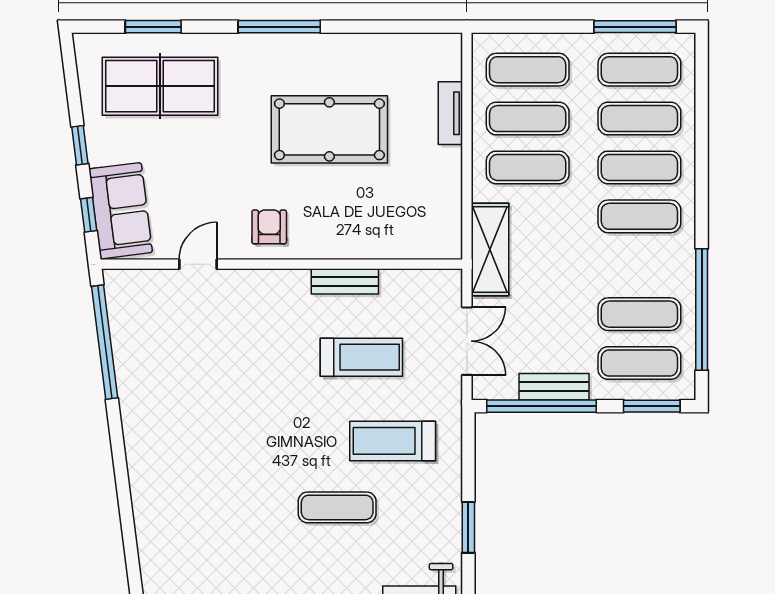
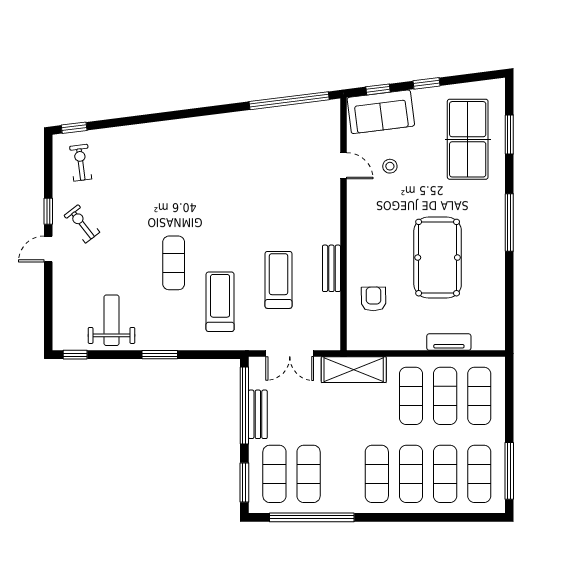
stool: (199, 198) -> (390, 166), added
armchair: (269, 227) -> (374, 299), moved, turned -91
treadmill: (361, 357) -> (279, 280), turned 180

